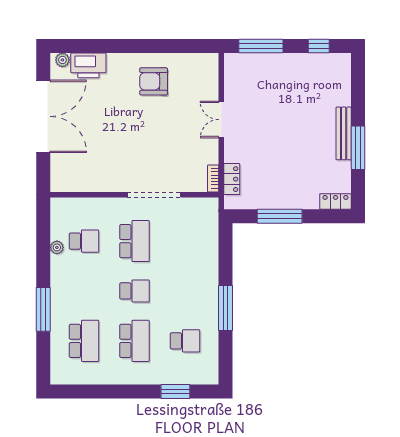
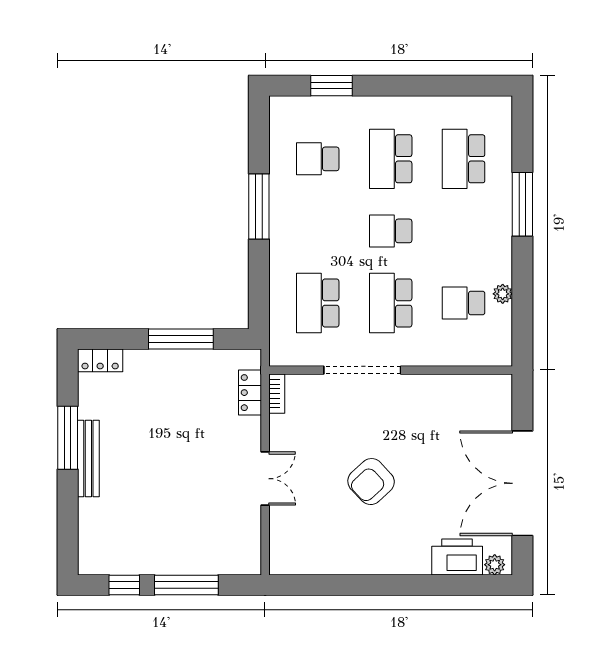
window: (261, 46) -> (186, 585), moved
armchair: (154, 81) -> (371, 482), moved, turned 137
school desk: (185, 241) -> (318, 303), added

